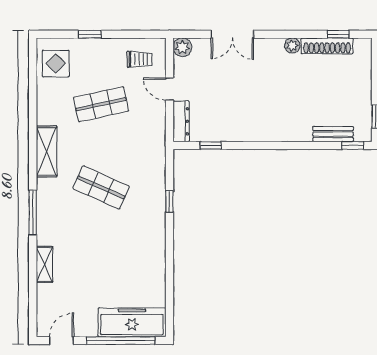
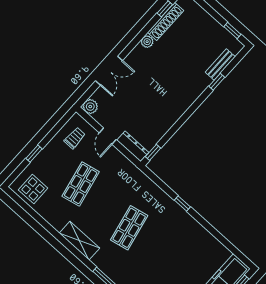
door: (169, 89) -> (108, 136), hinge flipped
window: (211, 145) -> (153, 152), moved
window: (353, 145) -> (217, 82), moved
shop shelf: (101, 187) -> (129, 228), turned -36
window: (169, 202) -> (182, 204), moved

